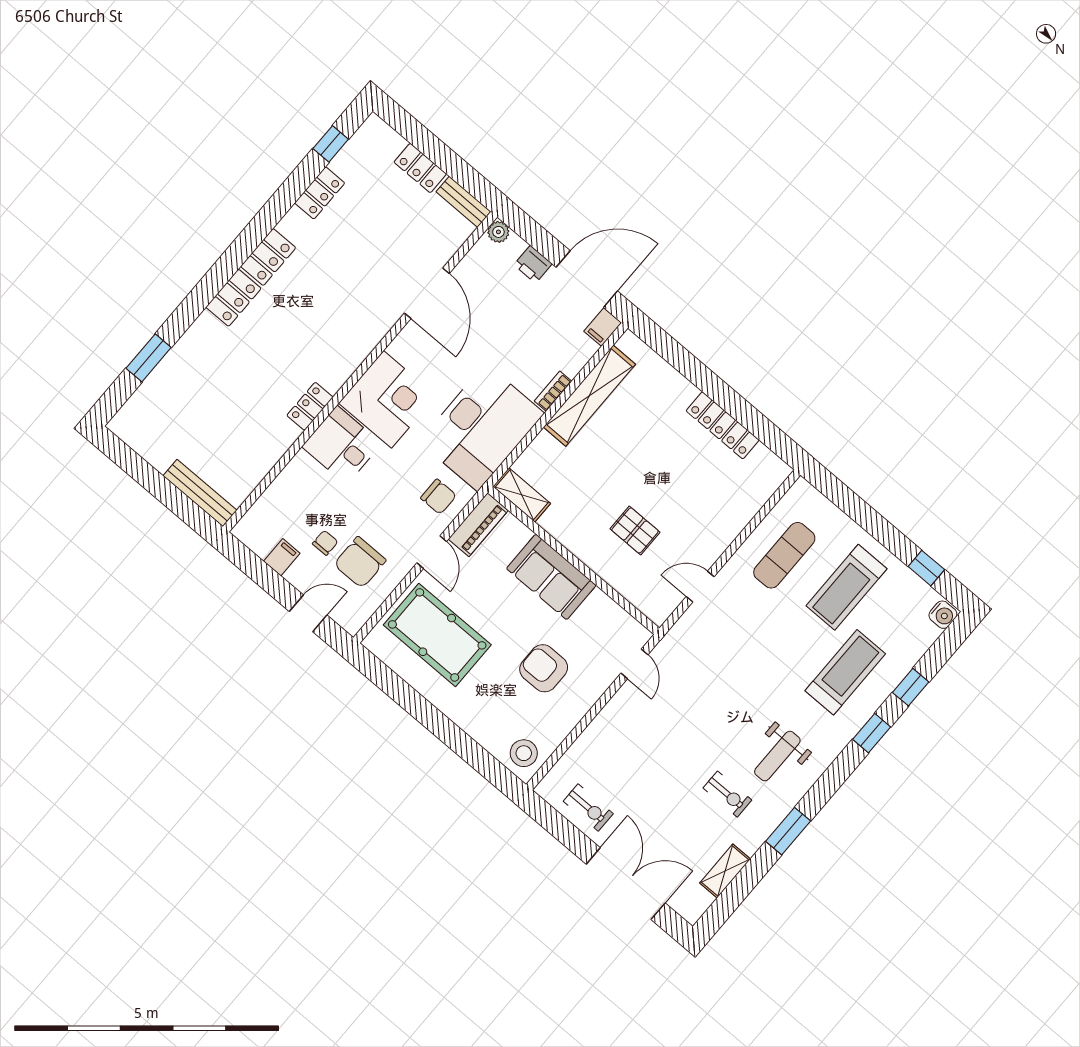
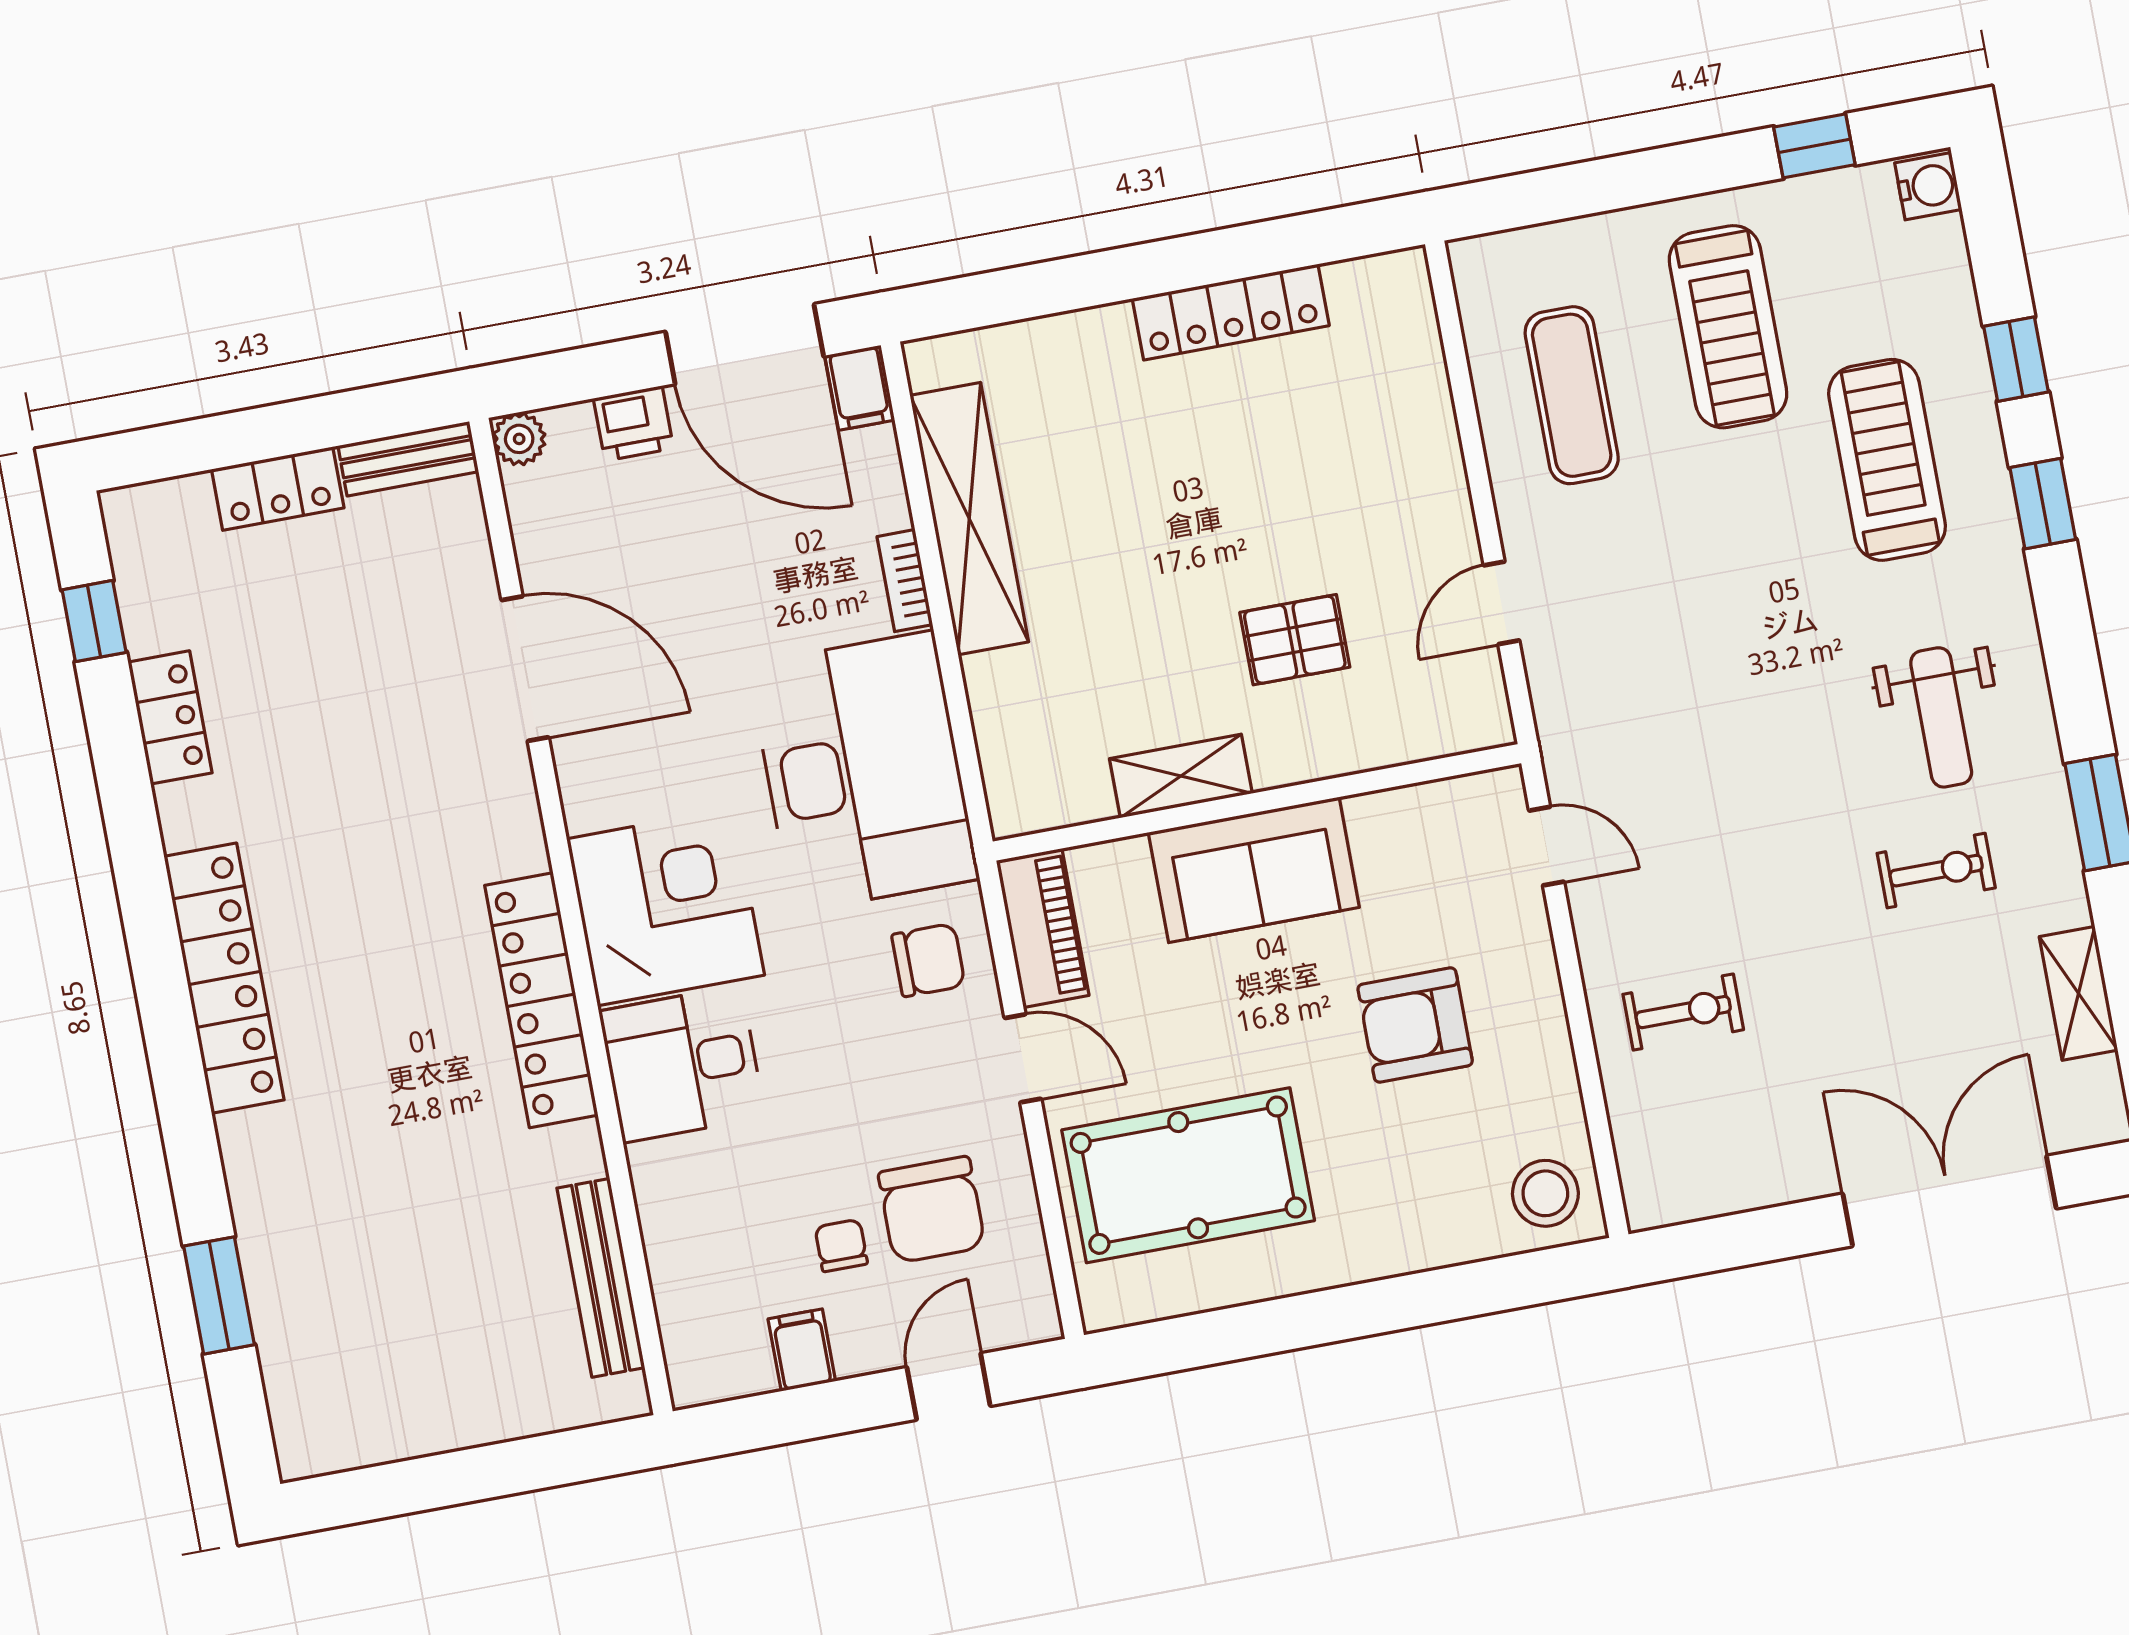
door: (587, 279) -> (745, 344), swing flipped
locker: (310, 406) -> (541, 1000), width x2.16, depth x1.21
bench: (200, 493) -> (601, 1278), moved, turned 90
shelving: (522, 495) -> (1181, 776), moved
exercise bike: (588, 807) -> (1683, 1012), moved

